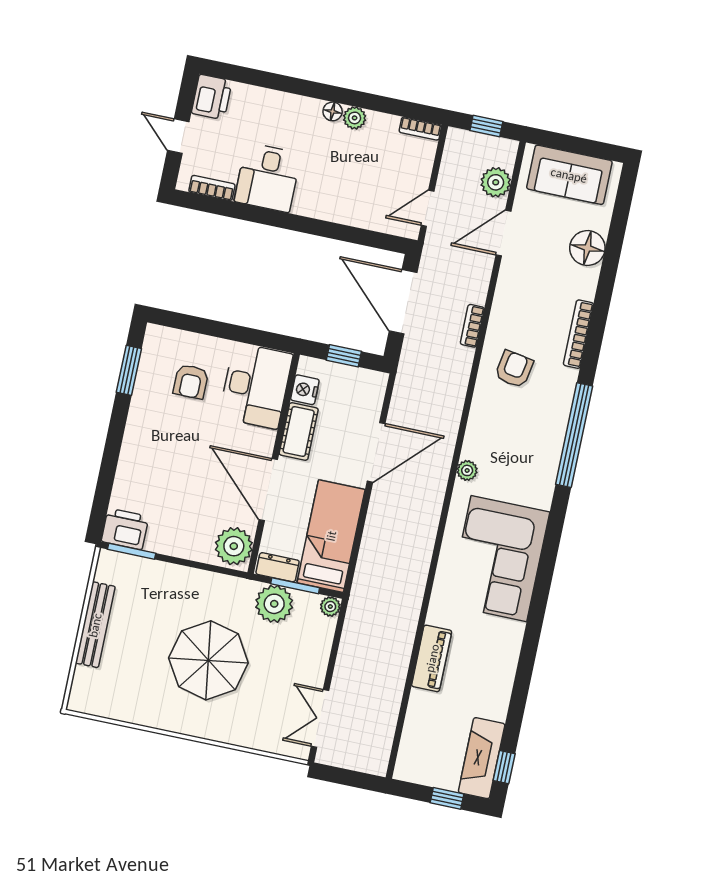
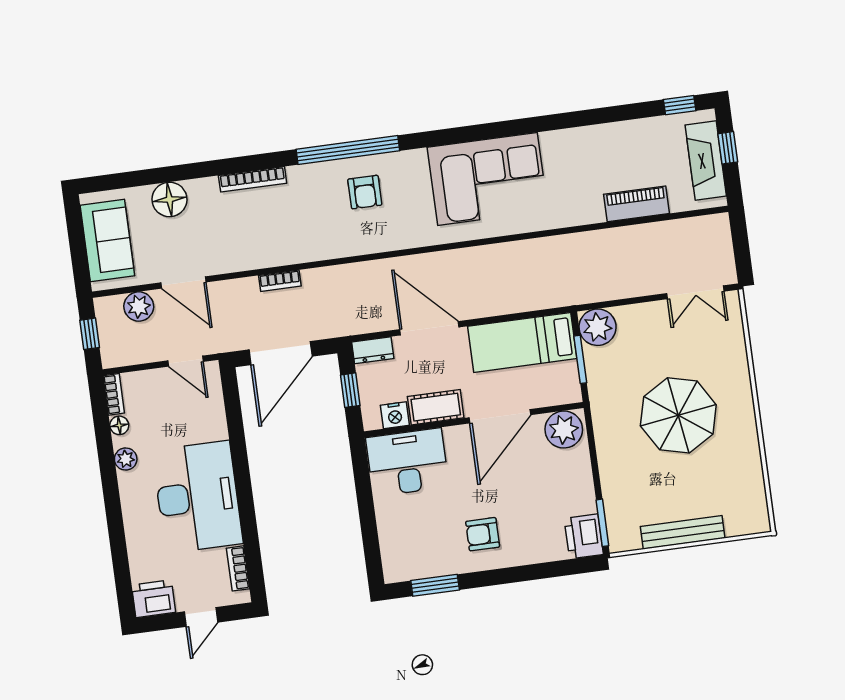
floor lamp: (333, 111) -> (119, 425), moved
desk: (268, 178) -> (198, 497), width x1.87, depth x1.30
armchair: (514, 369) -> (365, 192), moved, turned -100
armchair: (191, 382) -> (483, 534), moved, turned 180
plant: (467, 470) -> (416, 238), removed
dresser: (278, 567) -> (373, 350), moved, turned -90
plant: (274, 604) -> (604, 373), removed
plant: (330, 607) -> (598, 327), width x1.87, depth x1.87
piano: (432, 658) -> (636, 204), moved
fireplace: (482, 758) -> (706, 161), moved, turned 90

